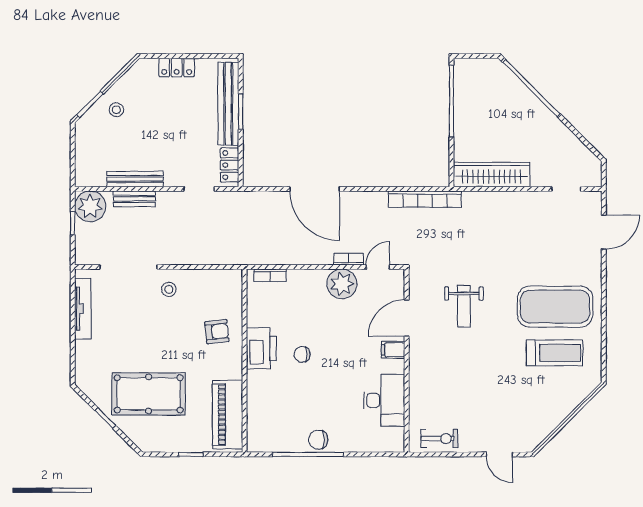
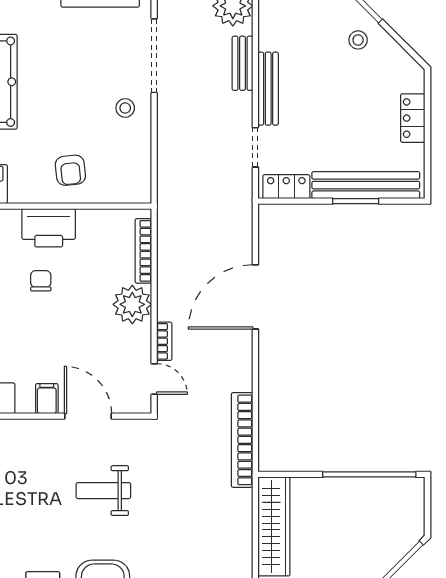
bench: (135, 179) -> (268, 89), moved
bookcase: (270, 275) -> (143, 251), width x1.56
plant: (342, 284) -> (132, 304), moved

